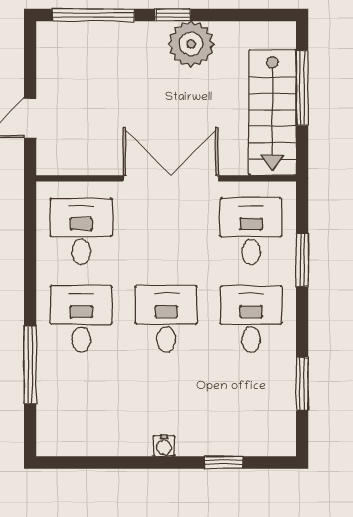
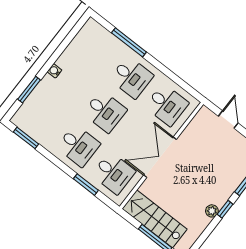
plant: (191, 44) -> (212, 211), width x0.53, depth x0.53
double door: (171, 178) -> (160, 157), swing flipped
window: (302, 384) -> (26, 138), moved
window: (224, 463) -> (29, 90), width x1.50

